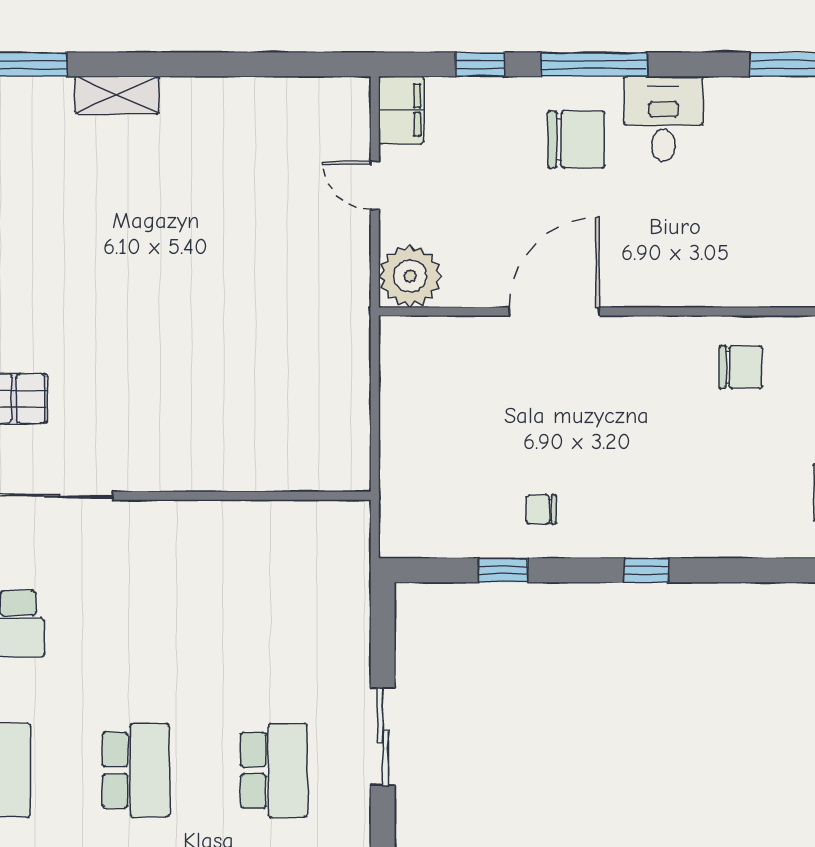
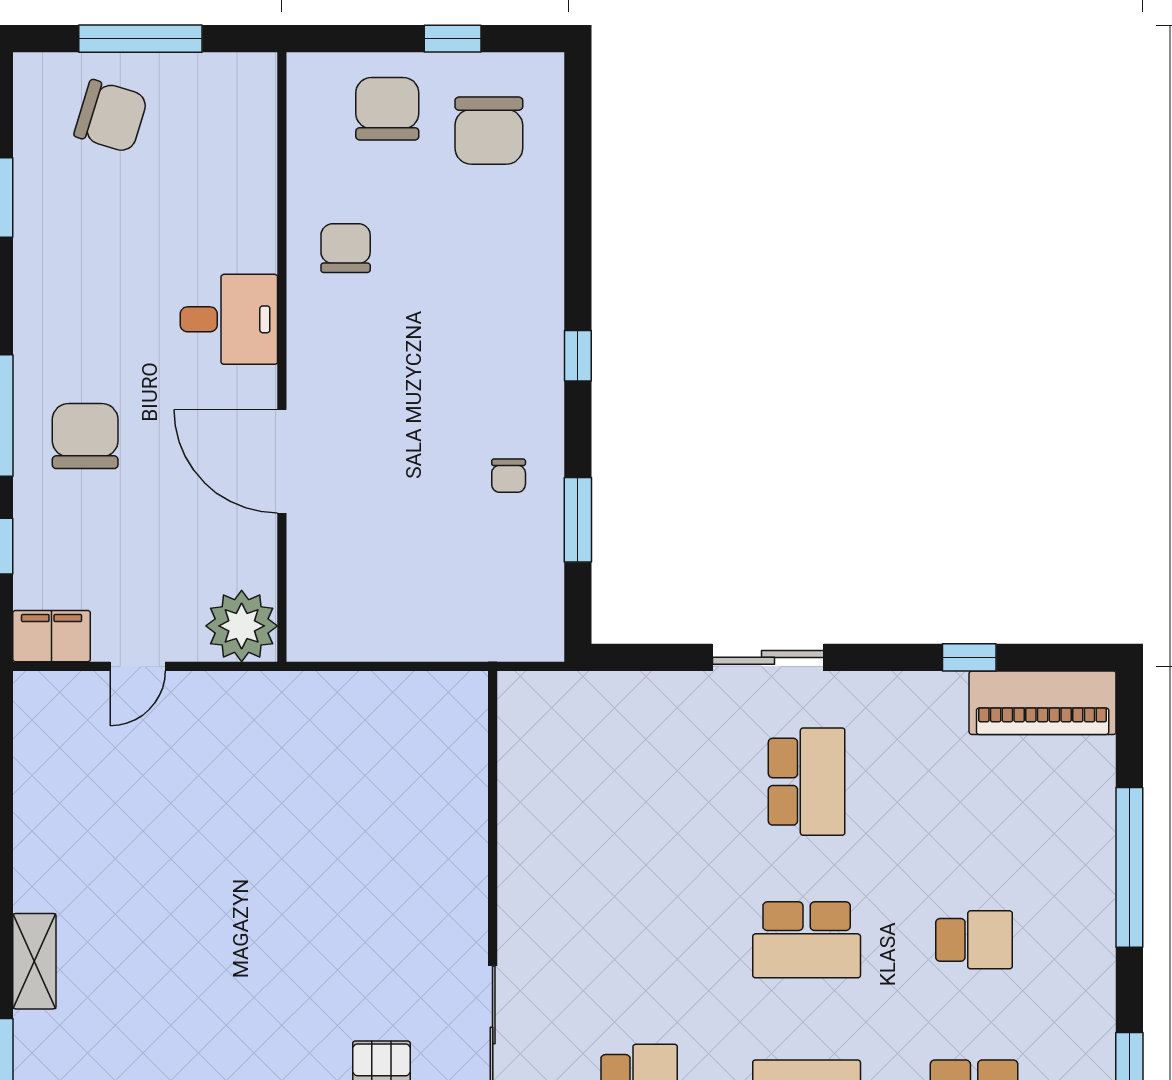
desk: (663, 119) -> (229, 319), moved, turned 180
window: (503, 570) -> (578, 520), width x1.50
school desk: (136, 770) -> (807, 940), turned 180
school desk: (274, 770) -> (807, 782), turned 90

